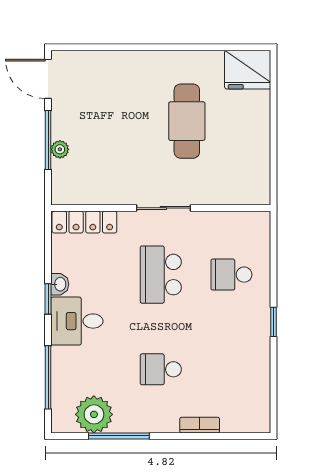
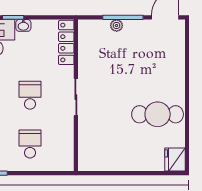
fridge: (248, 70) -> (175, 159), width x0.73, depth x0.75
cafe table: (187, 121) -> (158, 114), moved
school desk: (161, 275) -> (30, 95), width x0.54

